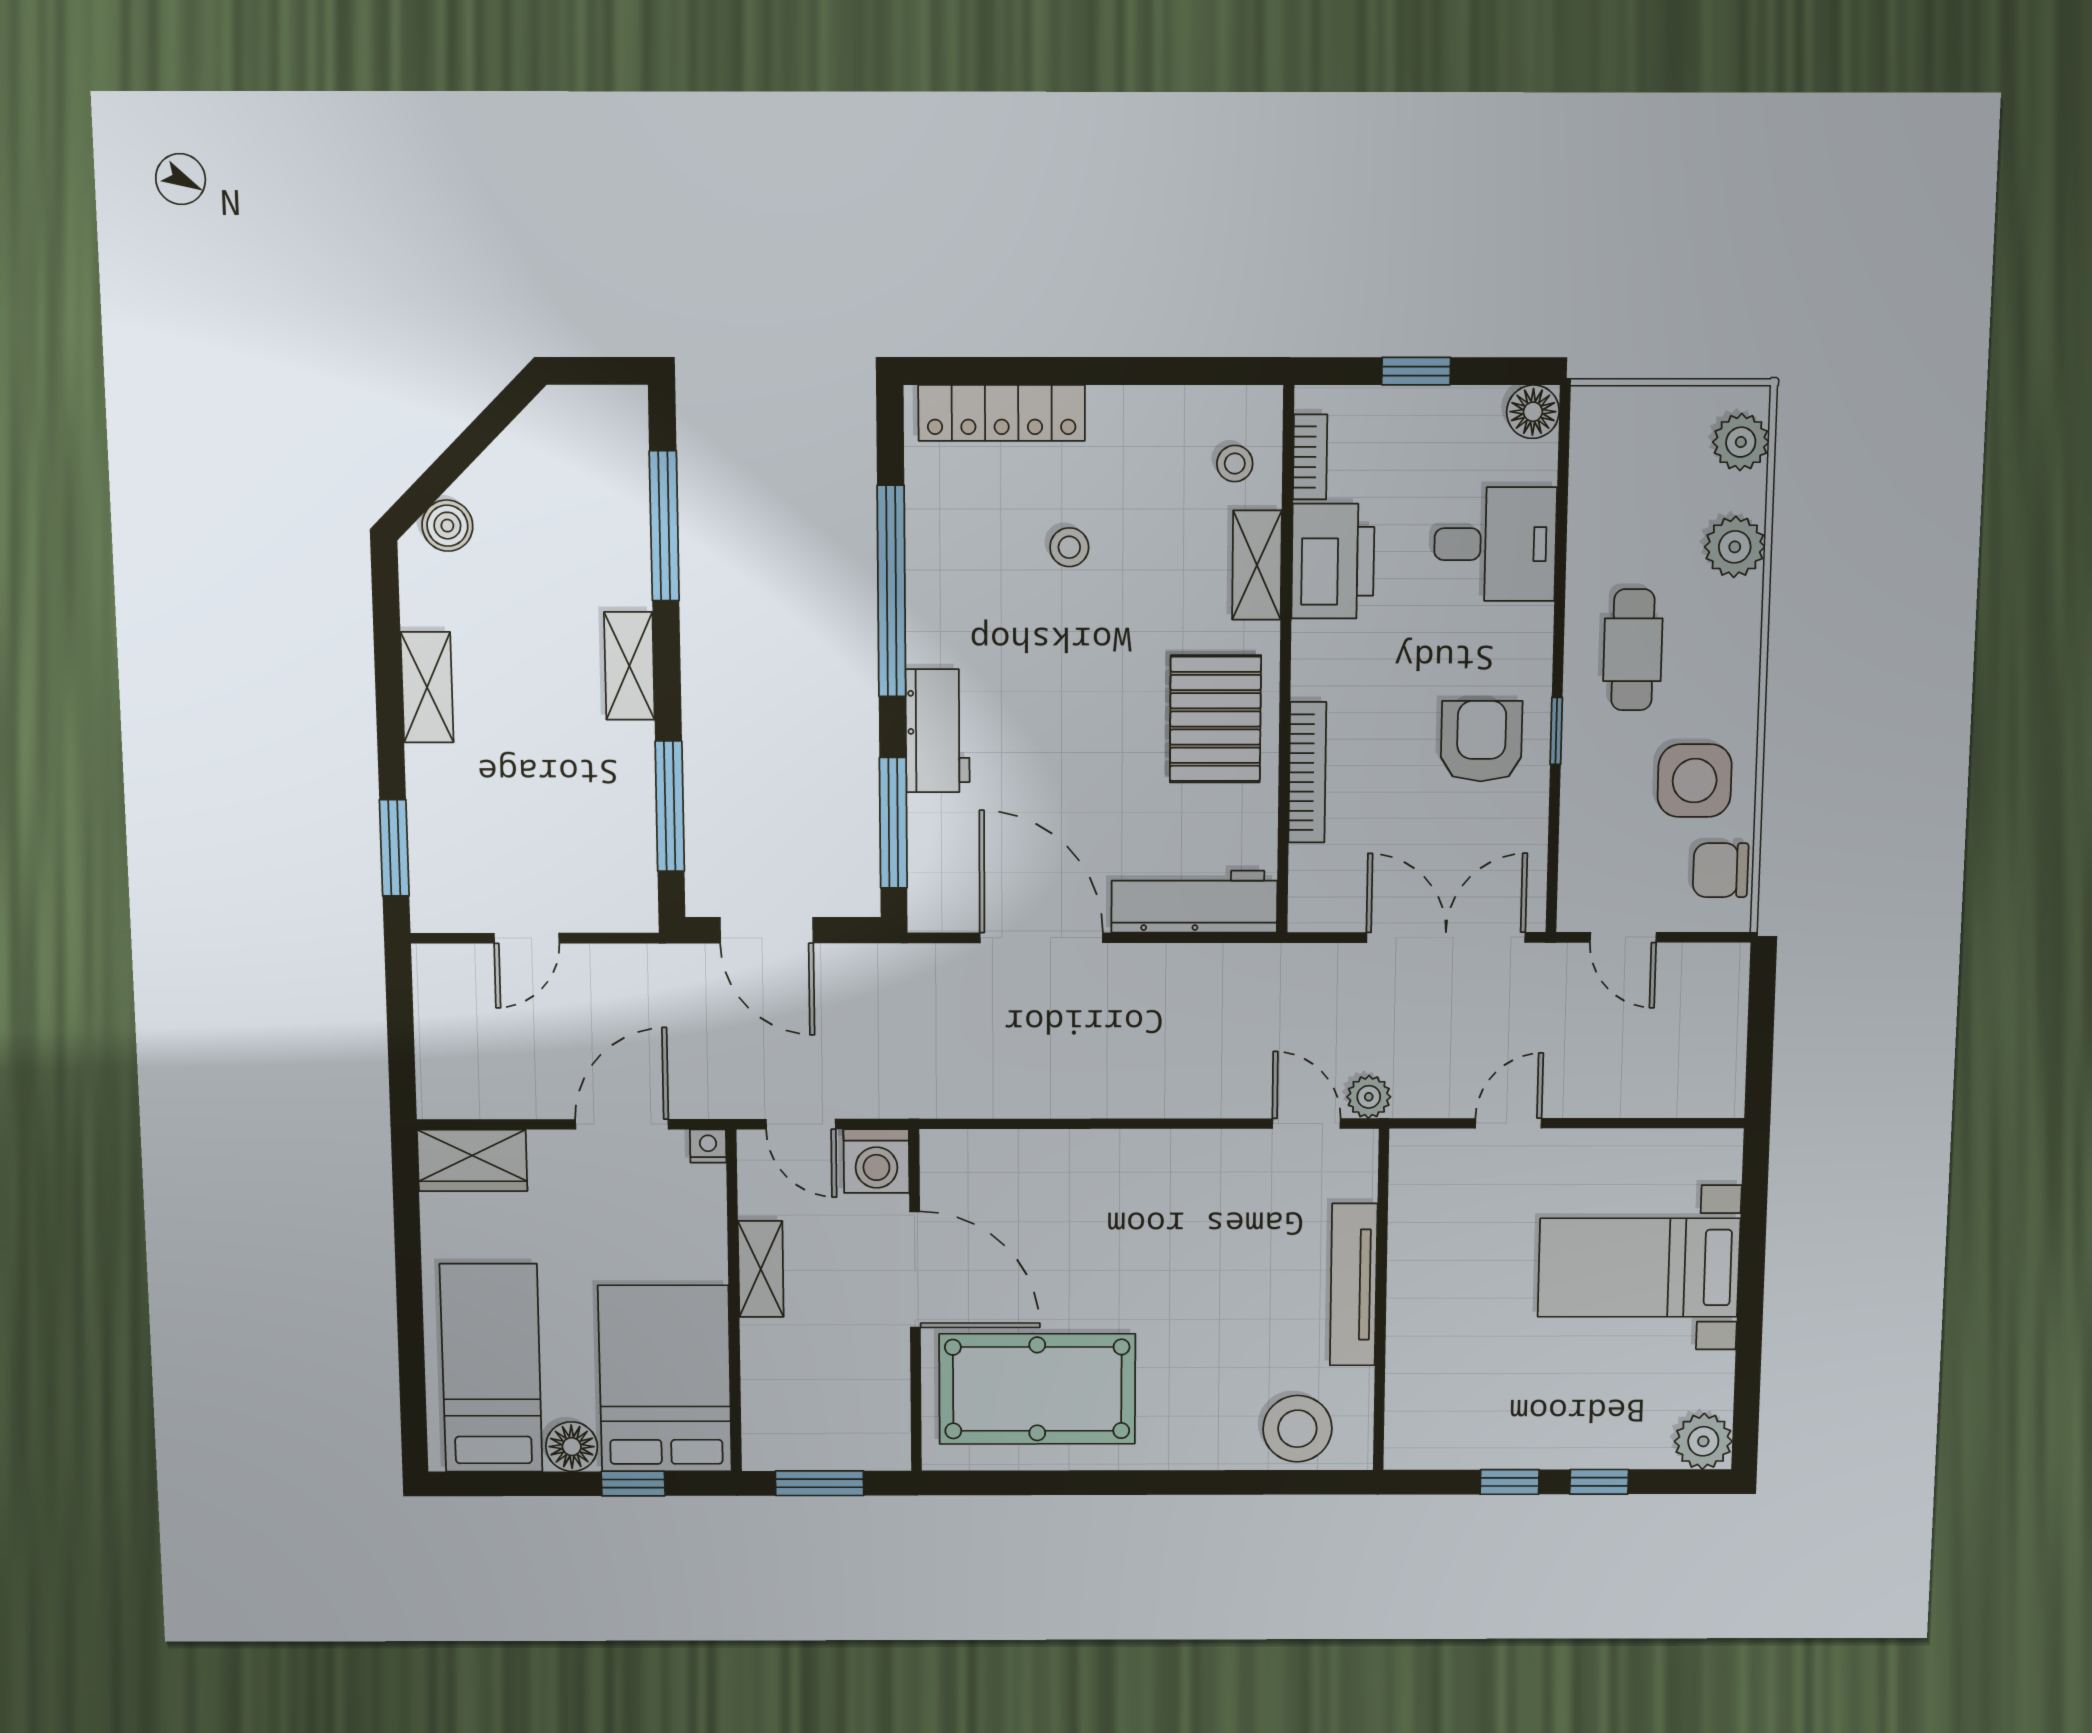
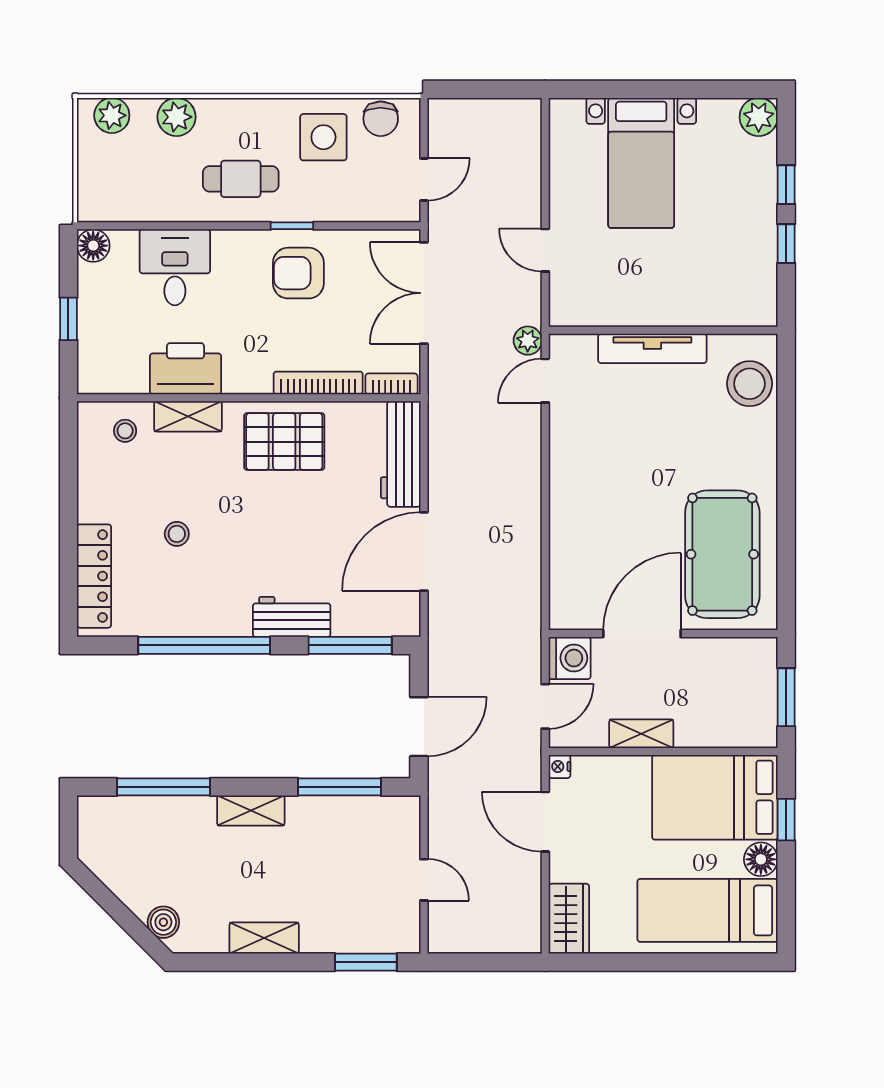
bookcase: (1310, 457) -> (391, 384), moved

